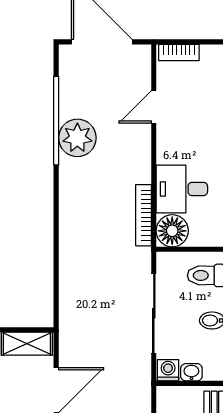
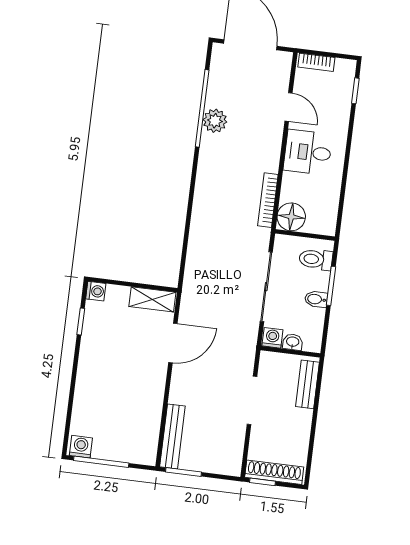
door: (154, 107) -> (289, 107), swing flipped
plant: (77, 138) -> (215, 121), width x0.73, depth x0.73
desk: (182, 189) -> (308, 152), moved

